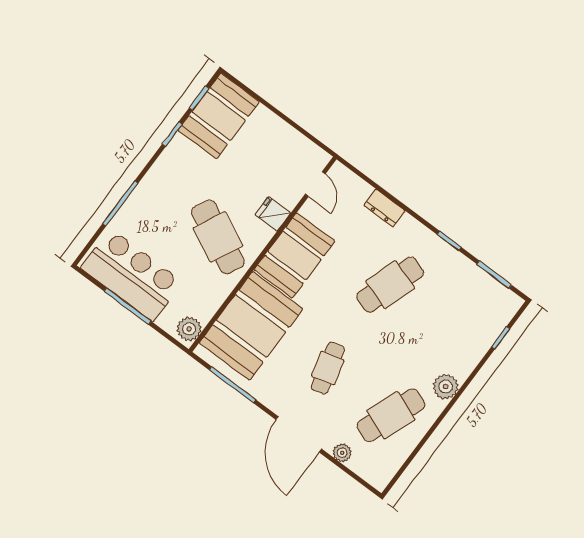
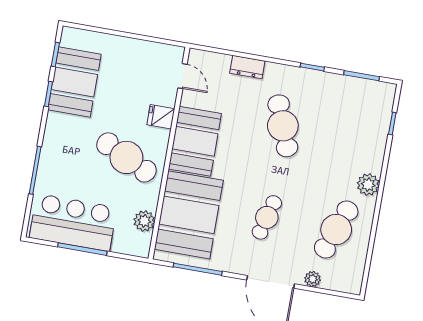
booth: (219, 116) -> (74, 82), moved
cafe table: (390, 285) -> (283, 126), turned -39
plant: (189, 329) -> (144, 221), moved
cafe table: (328, 368) -> (267, 217), turned 30

